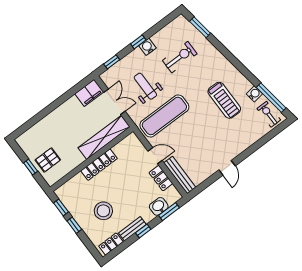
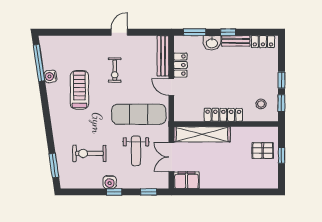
exercise bike: (269, 114) -> (115, 70), moved
washbasin: (159, 206) -> (212, 43), moved
stool: (103, 211) -> (261, 104), moved, width x0.53, depth x0.53

